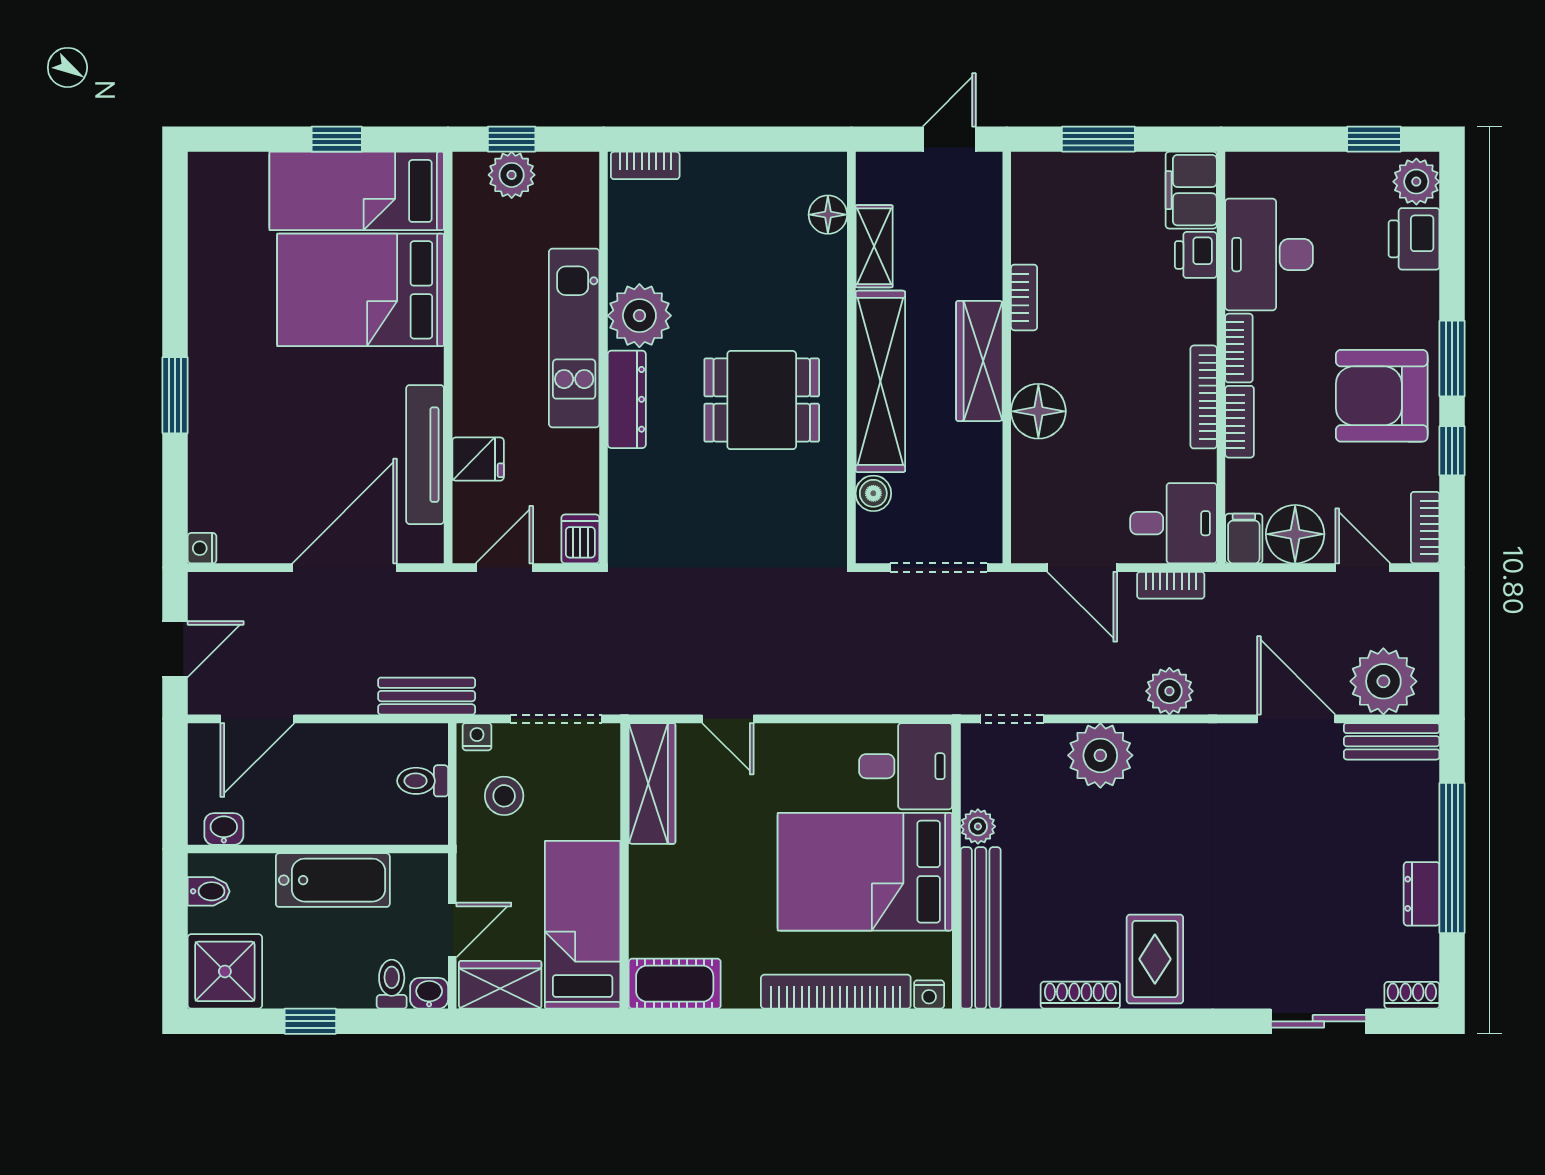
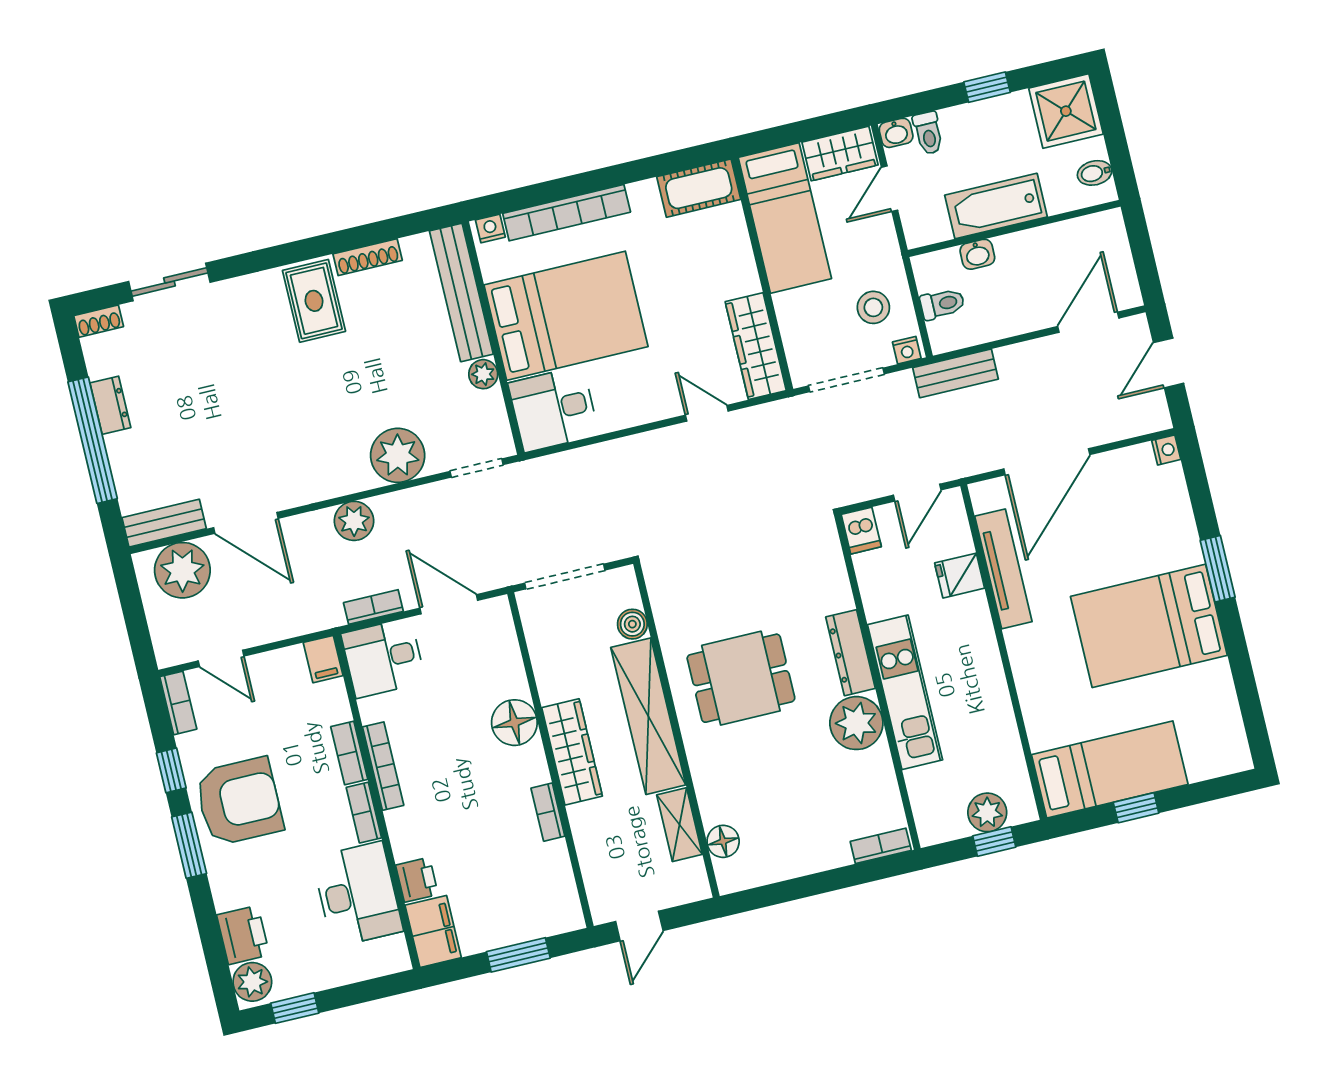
bed: (360, 290) -> (1149, 626), moved, turned 180
floor lamp: (1295, 534) -> (282, 672), removed
washbasin: (224, 829) -> (977, 254), moved

